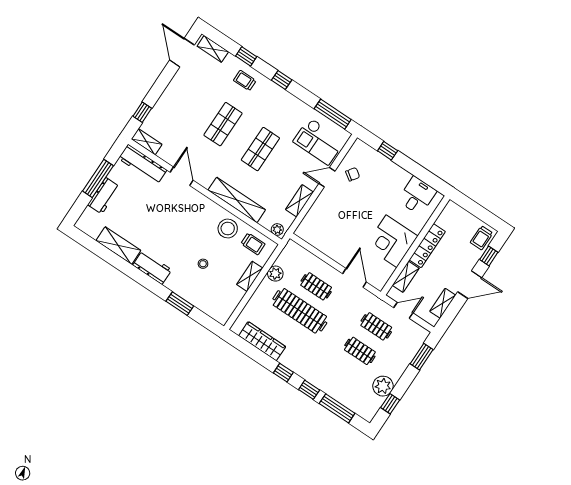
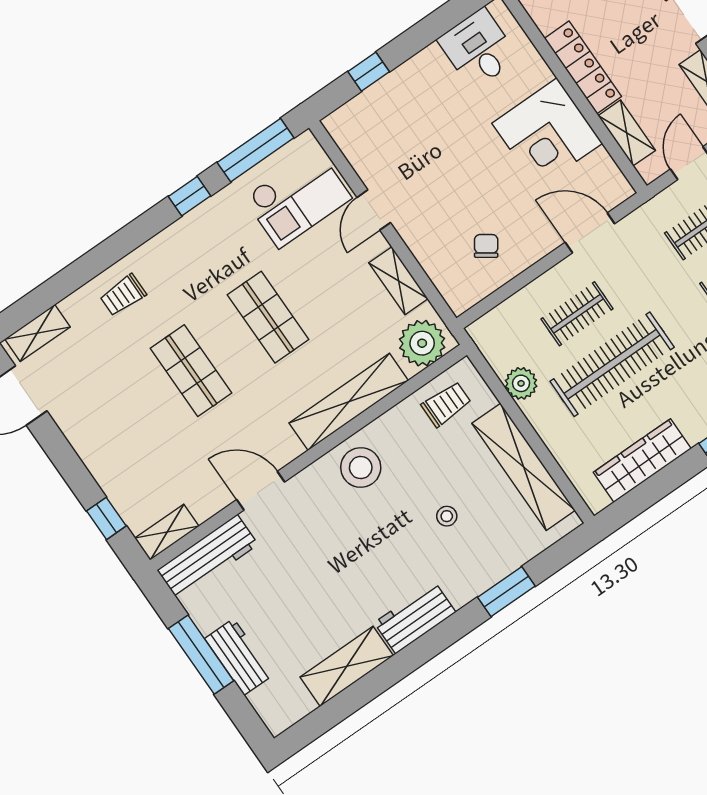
window: (246, 56) -> (77, 274), removed
window: (282, 80) -> (190, 196), moved
chair: (353, 174) -> (486, 246), moved
stool: (228, 228) -> (361, 467), moved
plant: (277, 230) -> (422, 343), width x1.88, depth x1.88
shelving: (250, 276) -> (523, 467), width x2.20, depth x1.33

